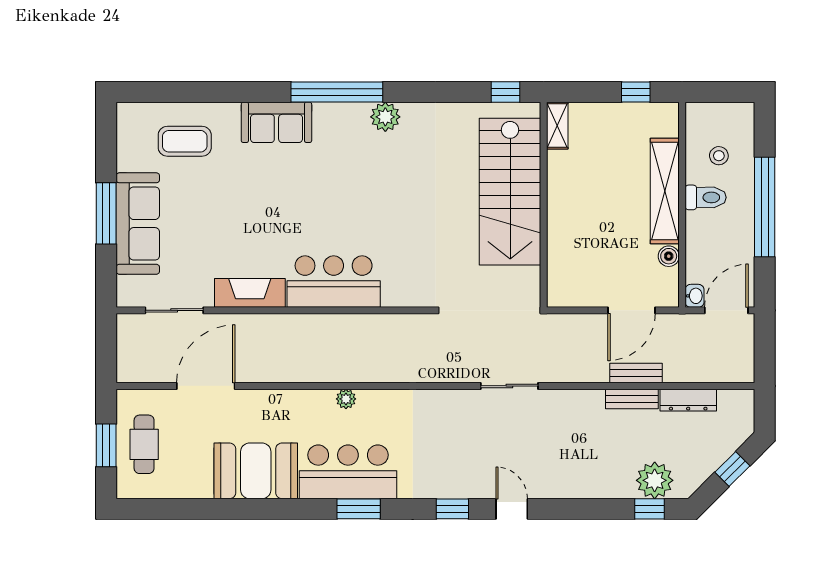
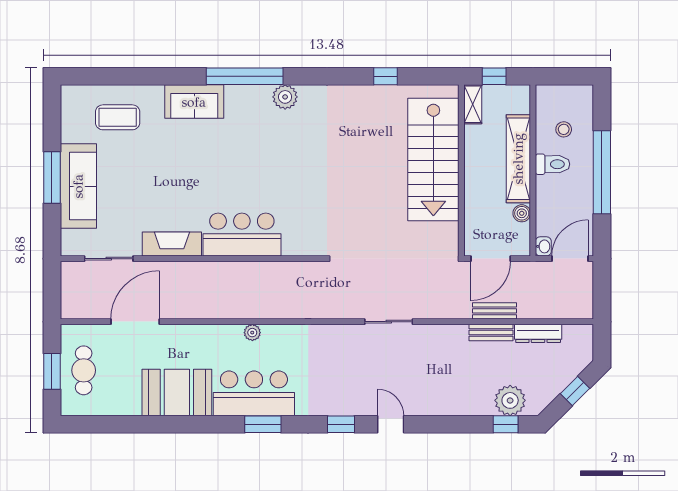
shelving: (557, 126) -> (473, 104), moved
stairs: (510, 192) -> (433, 159), moved
wall: (544, 205) -> (461, 170), moved

